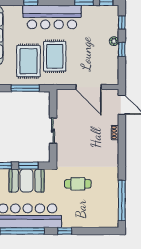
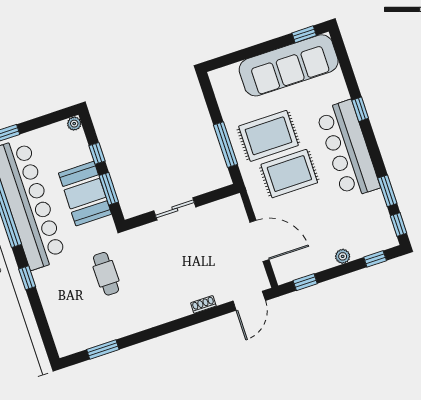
window: (122, 49) -> (305, 282), moved
door: (89, 87) -> (259, 241), swing flipped
window: (122, 200) -> (103, 349), width x0.47

